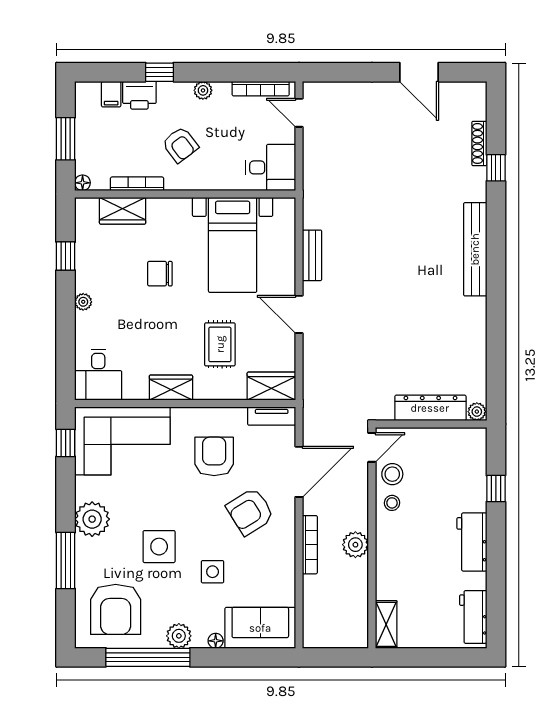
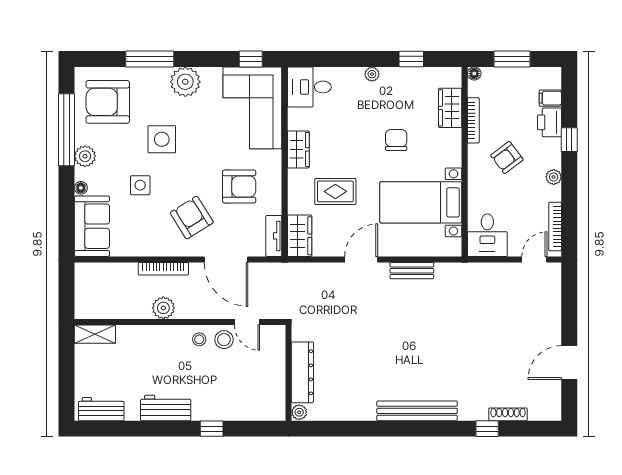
dresser: (430, 408) -> (302, 372), moved
plant: (477, 412) -> (299, 412), moved
wall: (431, 424) -> (289, 373), moved

